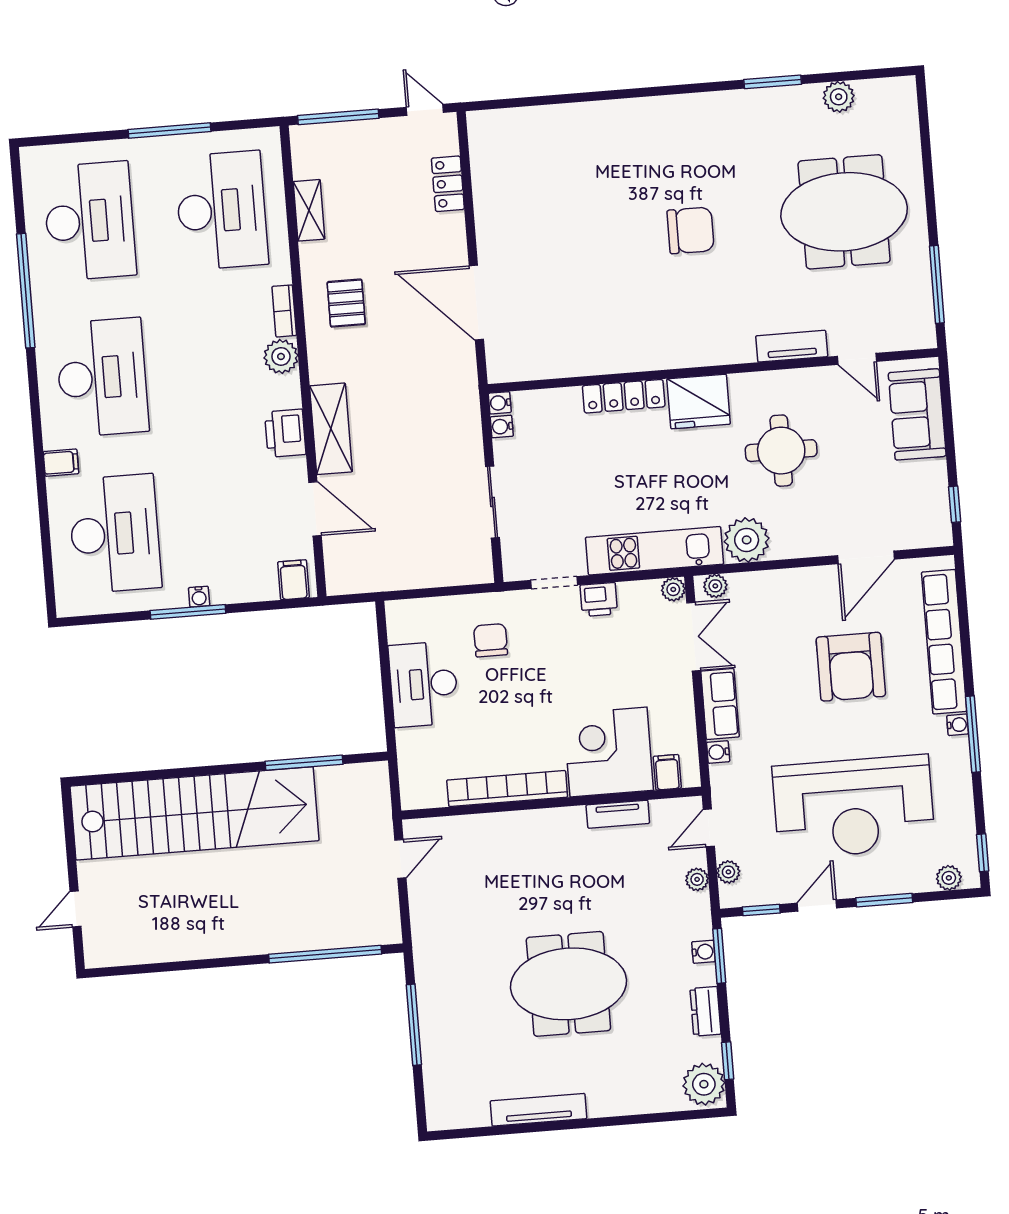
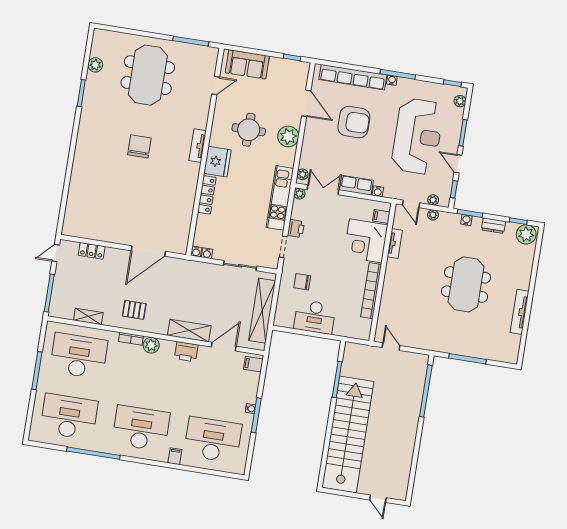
tv unit: (792, 346) -> (198, 146), moved
plant: (747, 540) -> (288, 136), moved
shelving: (410, 571) -> (262, 311), added

